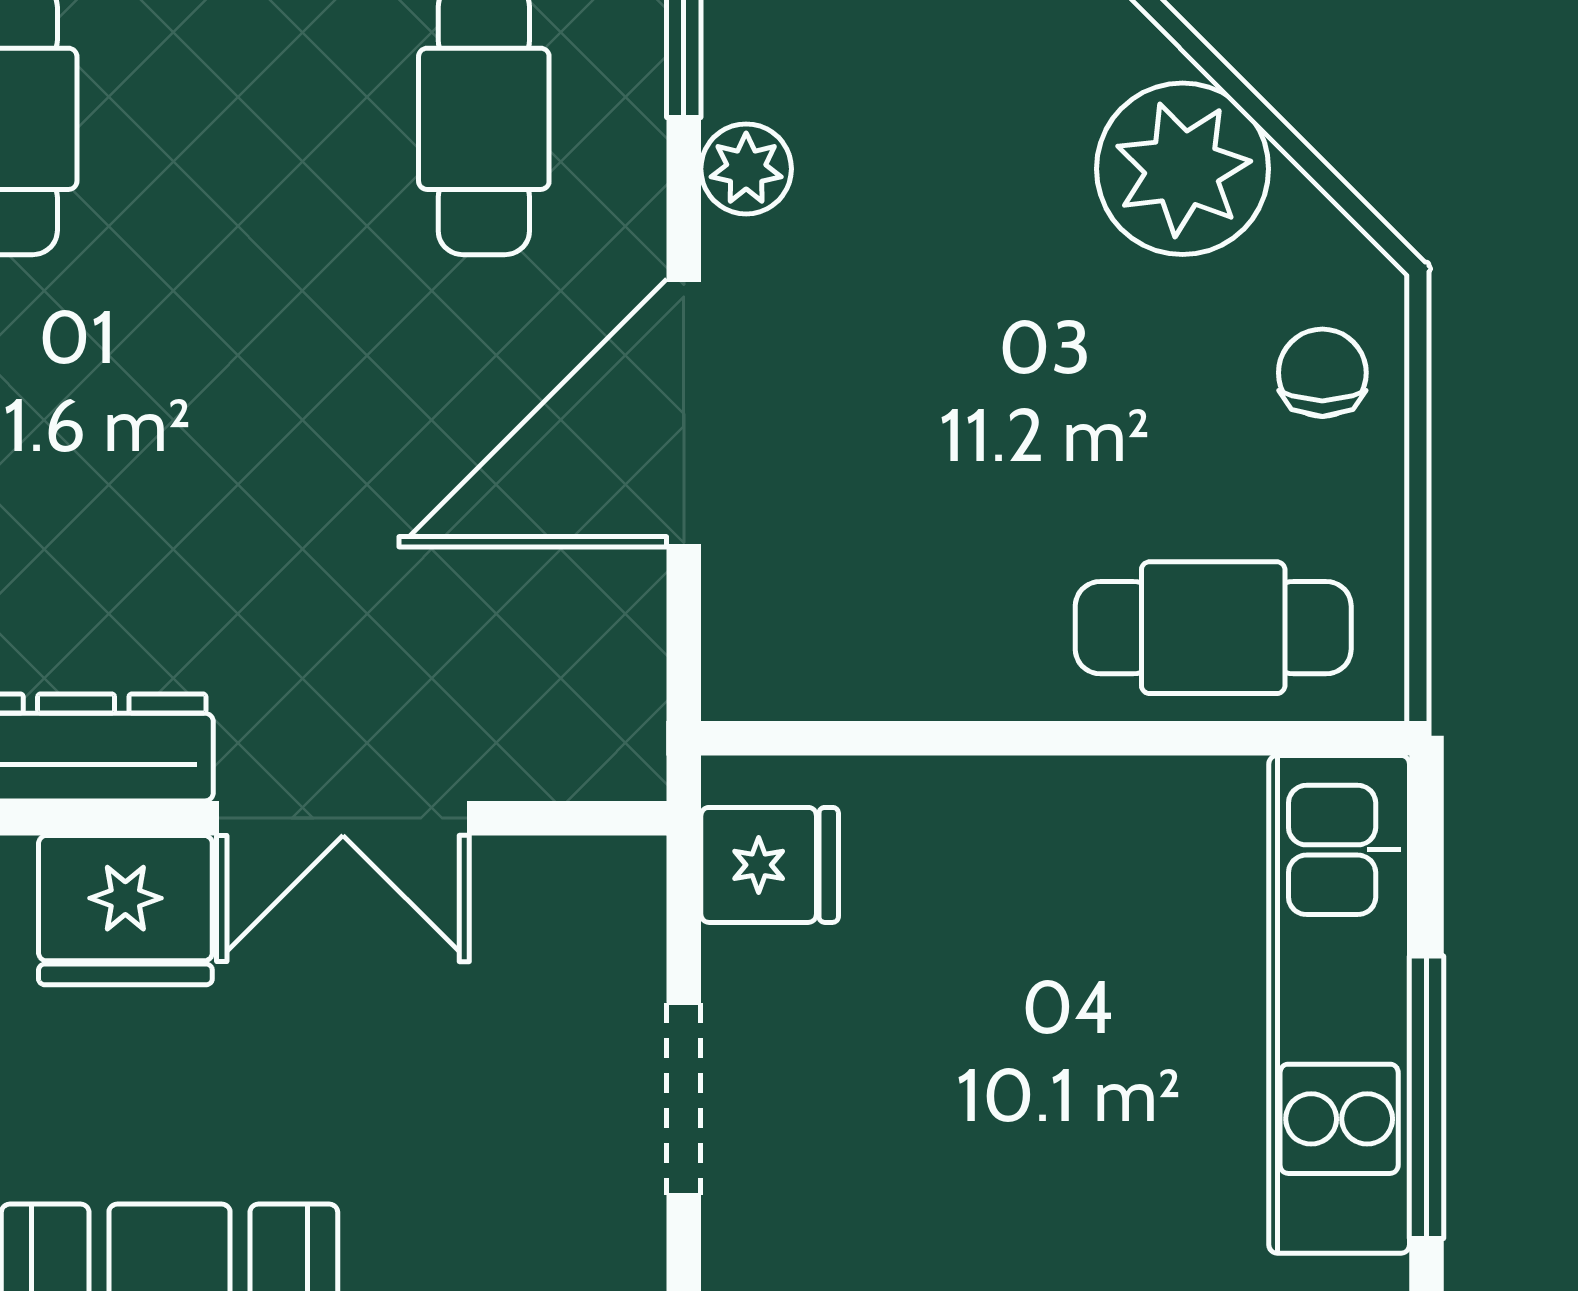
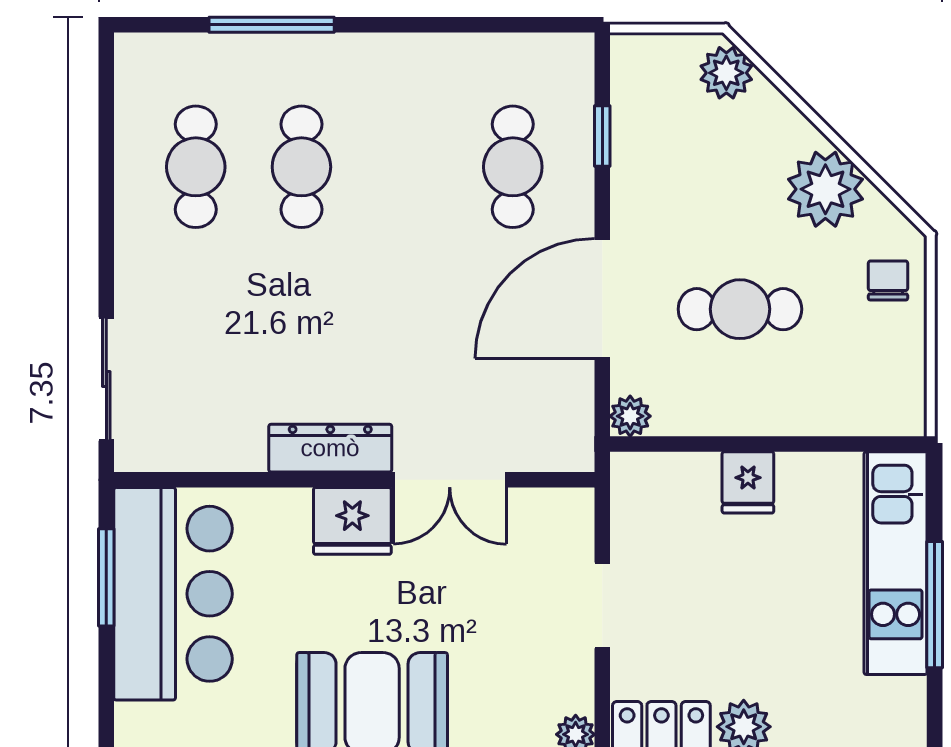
plant: (746, 169) -> (630, 416), moved
cafe table: (1213, 628) -> (740, 309), moved
fridge: (770, 865) -> (748, 482), moved, turned 90

